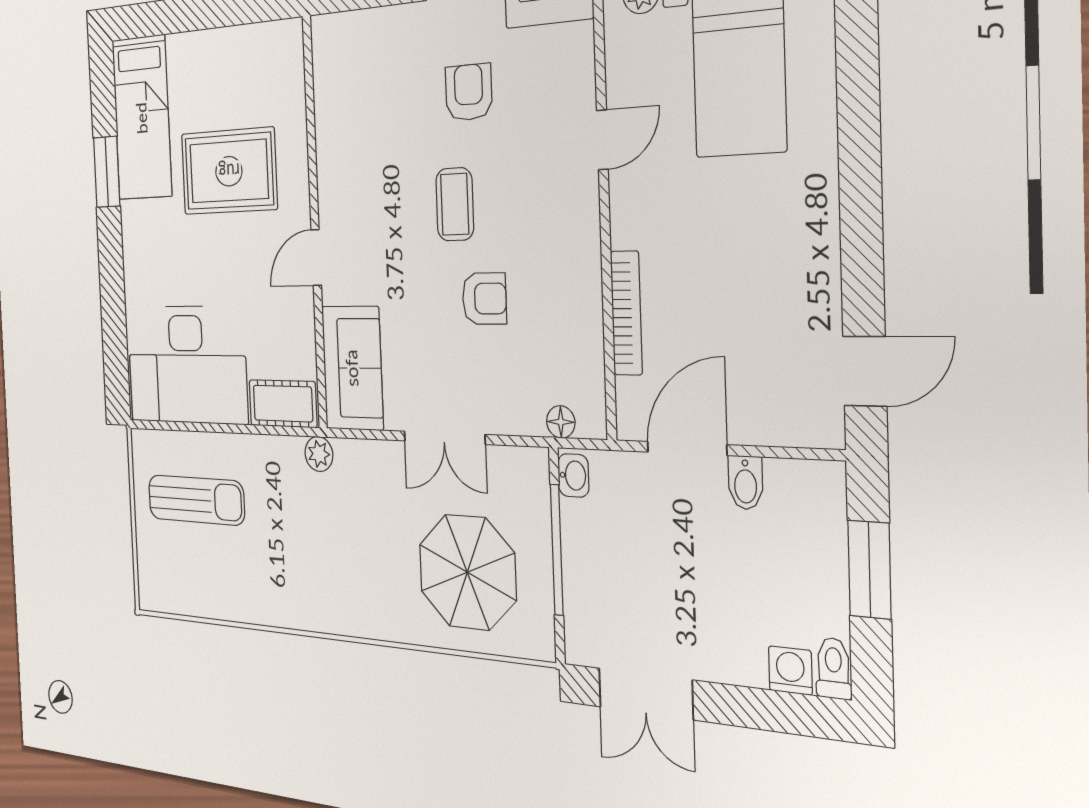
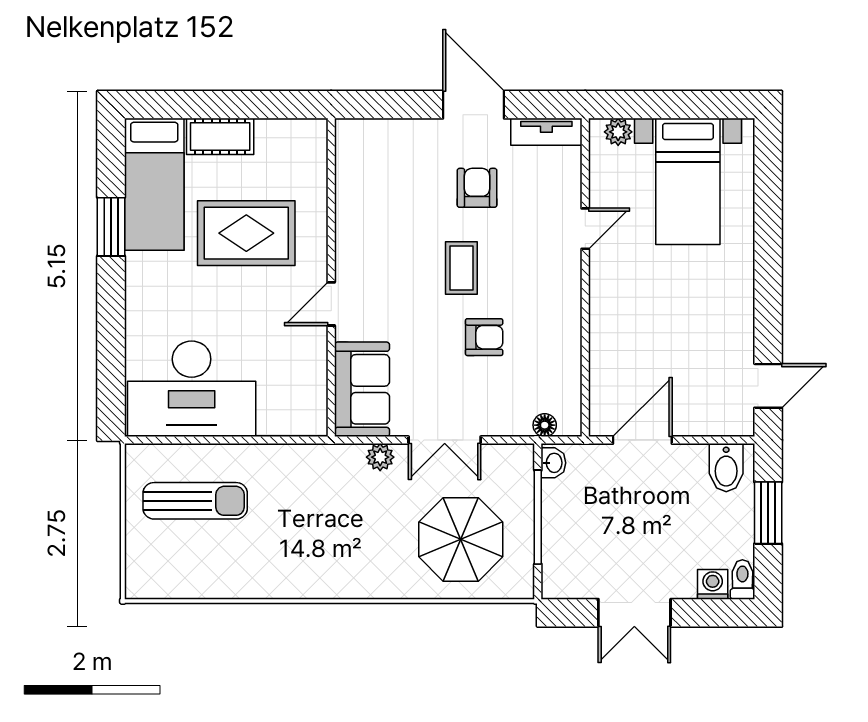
bookcase: (626, 313) -> (600, 348), removed
cot: (283, 404) -> (220, 136), moved
plant: (319, 454) -> (380, 457), moved
bidet: (745, 483) -> (726, 468), moved, width x1.38, depth x1.36
double door: (645, 694) -> (634, 613), moved

